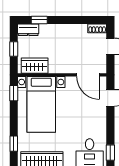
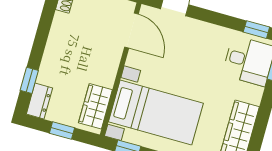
door: (88, 75) -> (131, 30), hinge flipped

